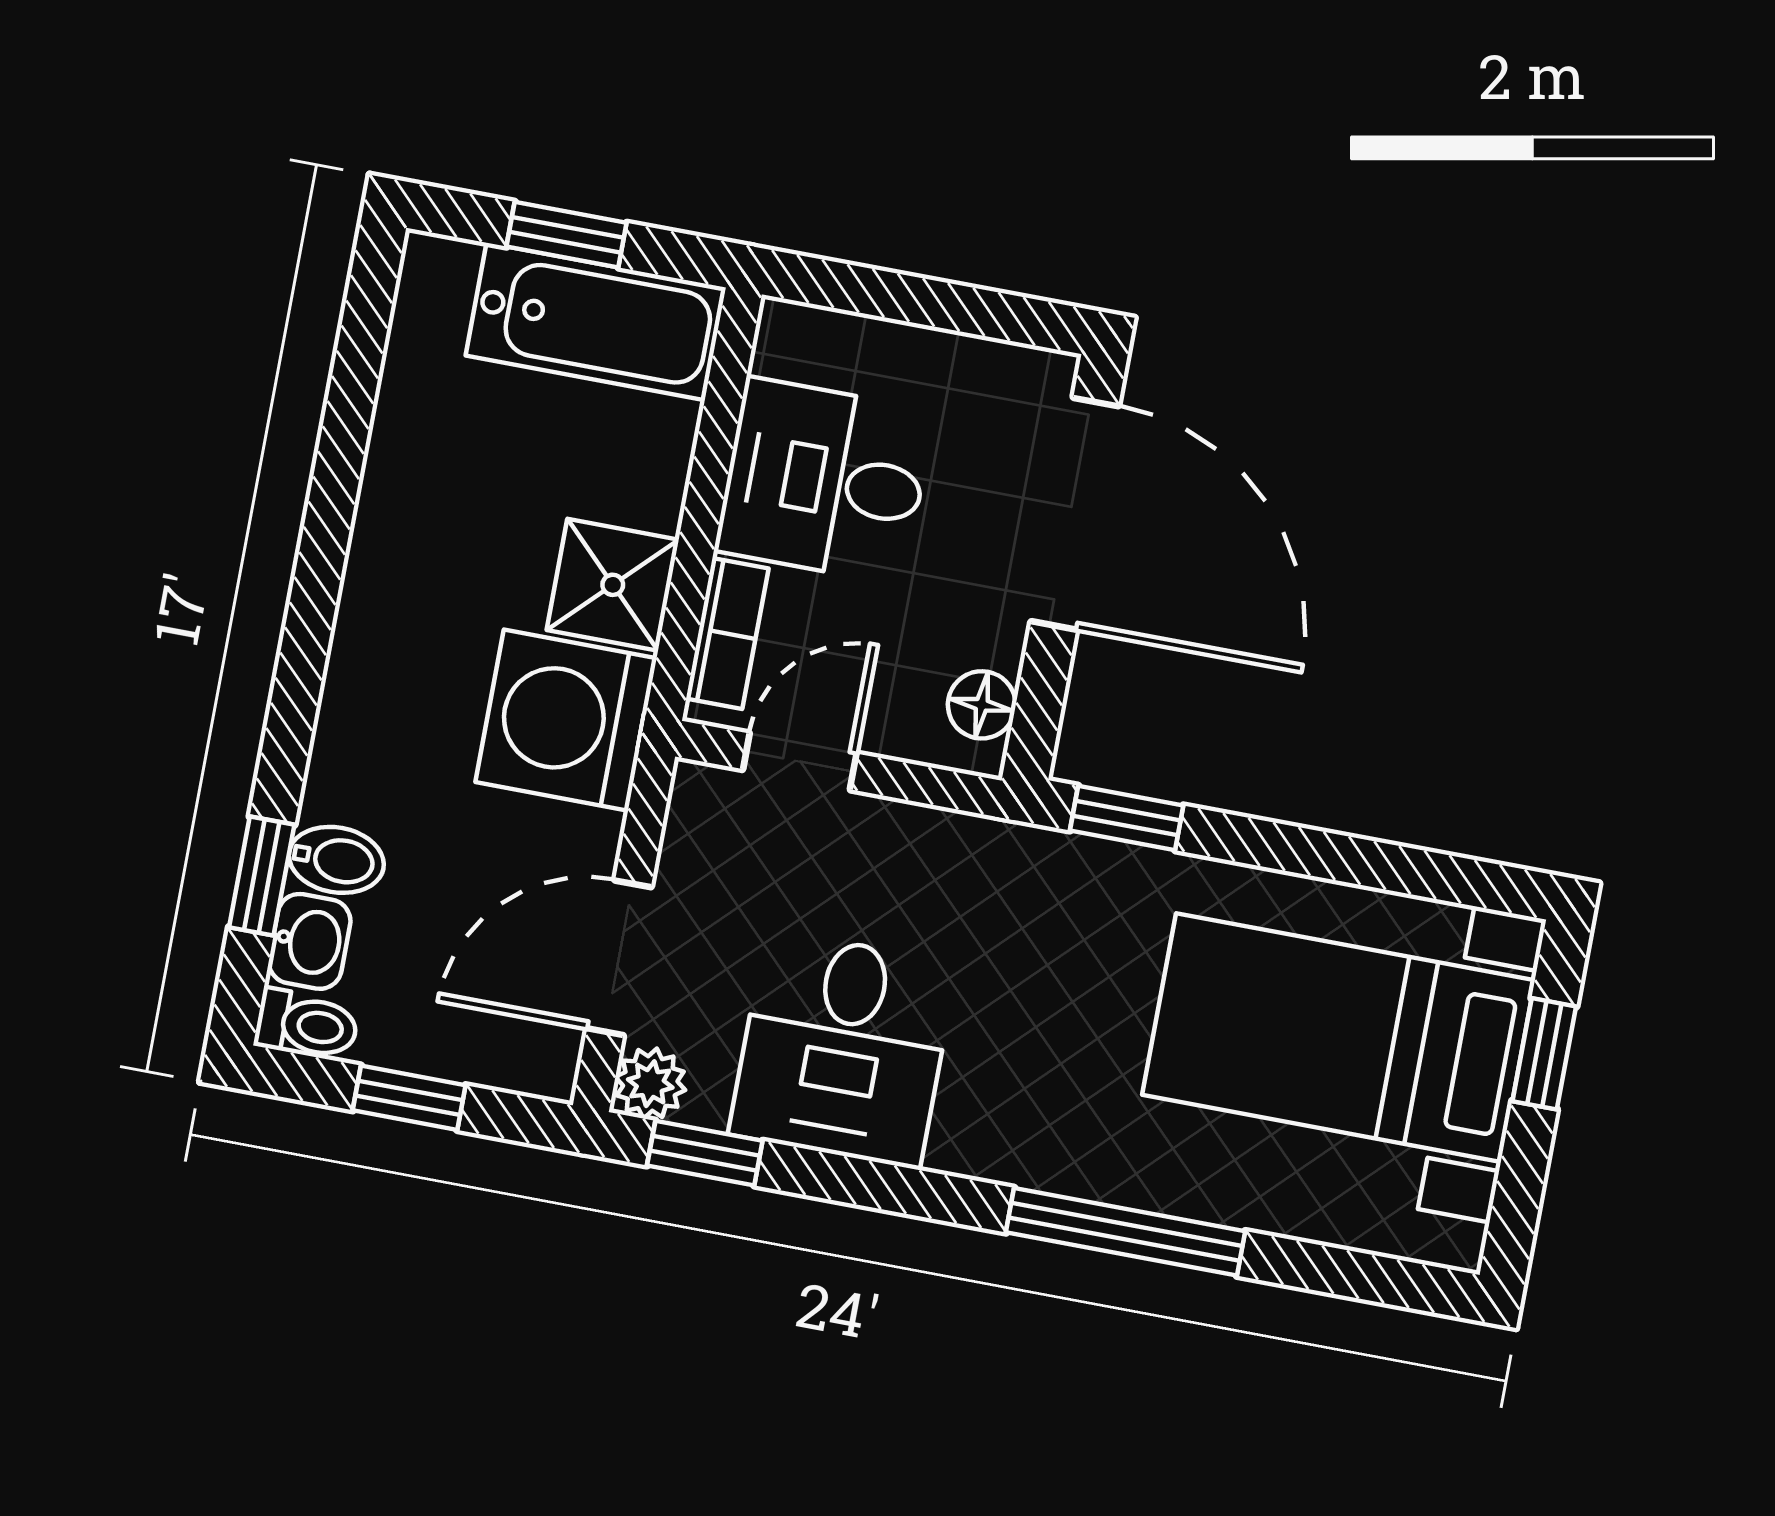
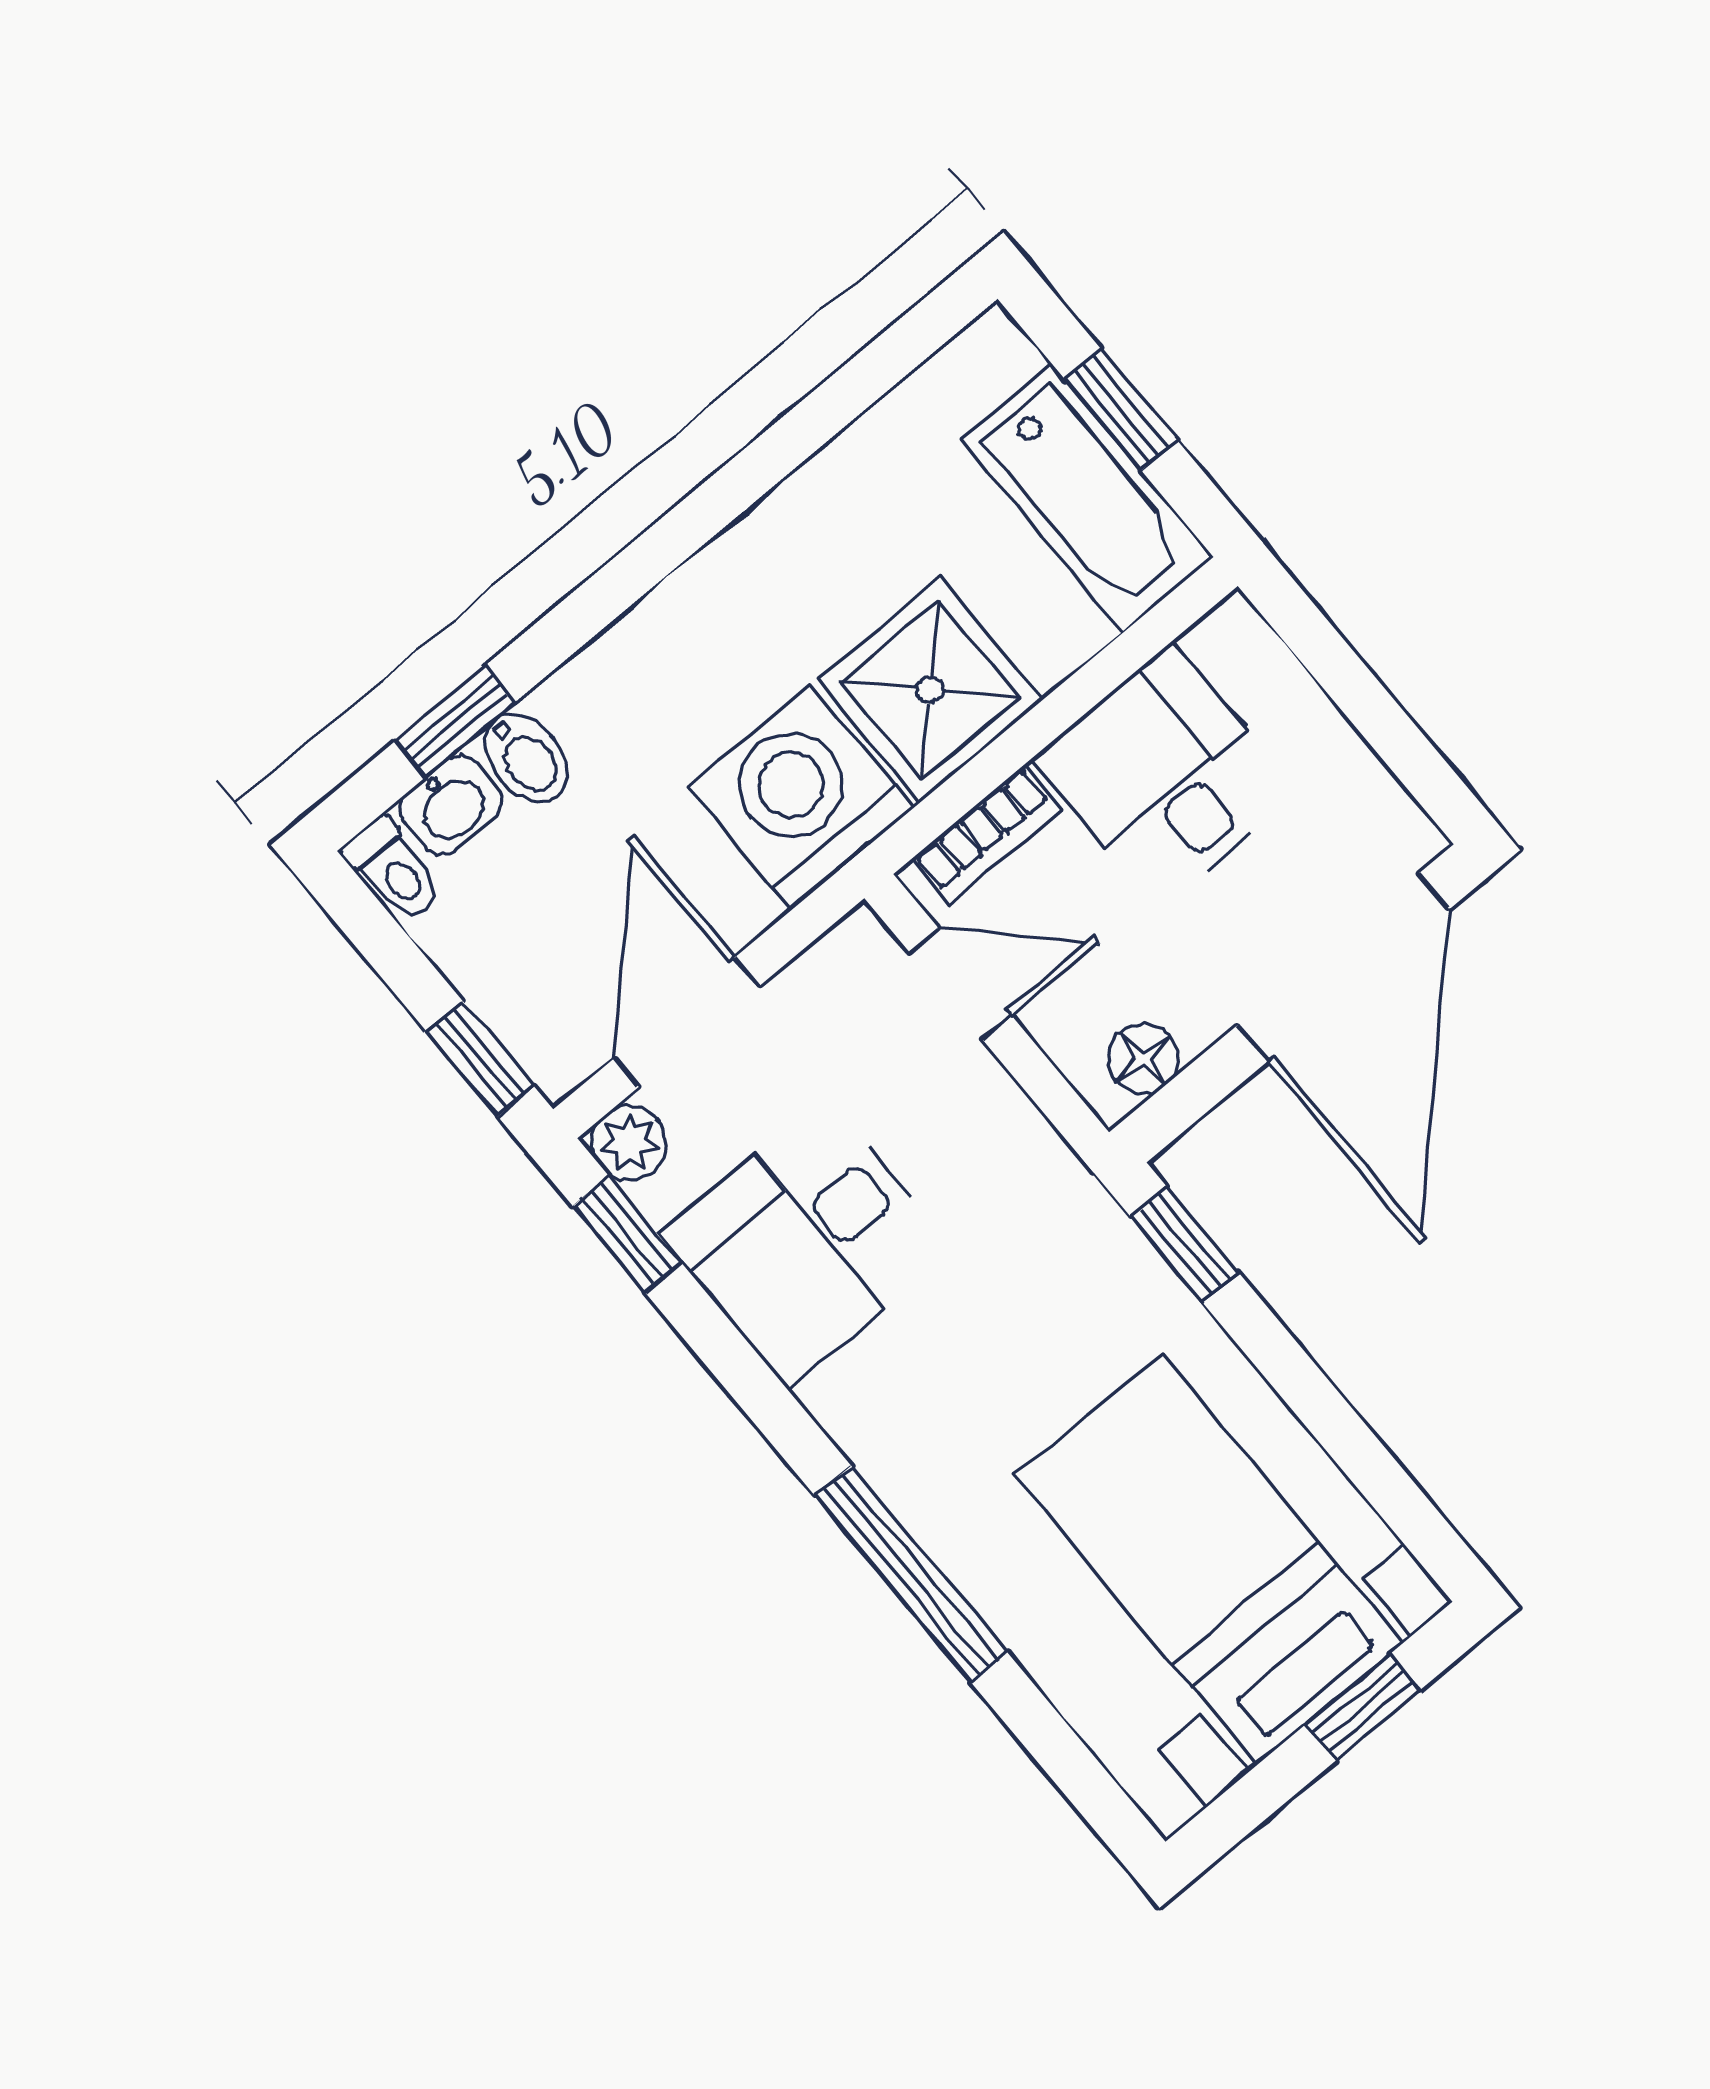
shower: (613, 585) -> (930, 690), width x1.36, depth x1.36
door: (619, 958) -> (687, 1022), hinge flipped
window: (409, 1098) -> (480, 1059), moved

